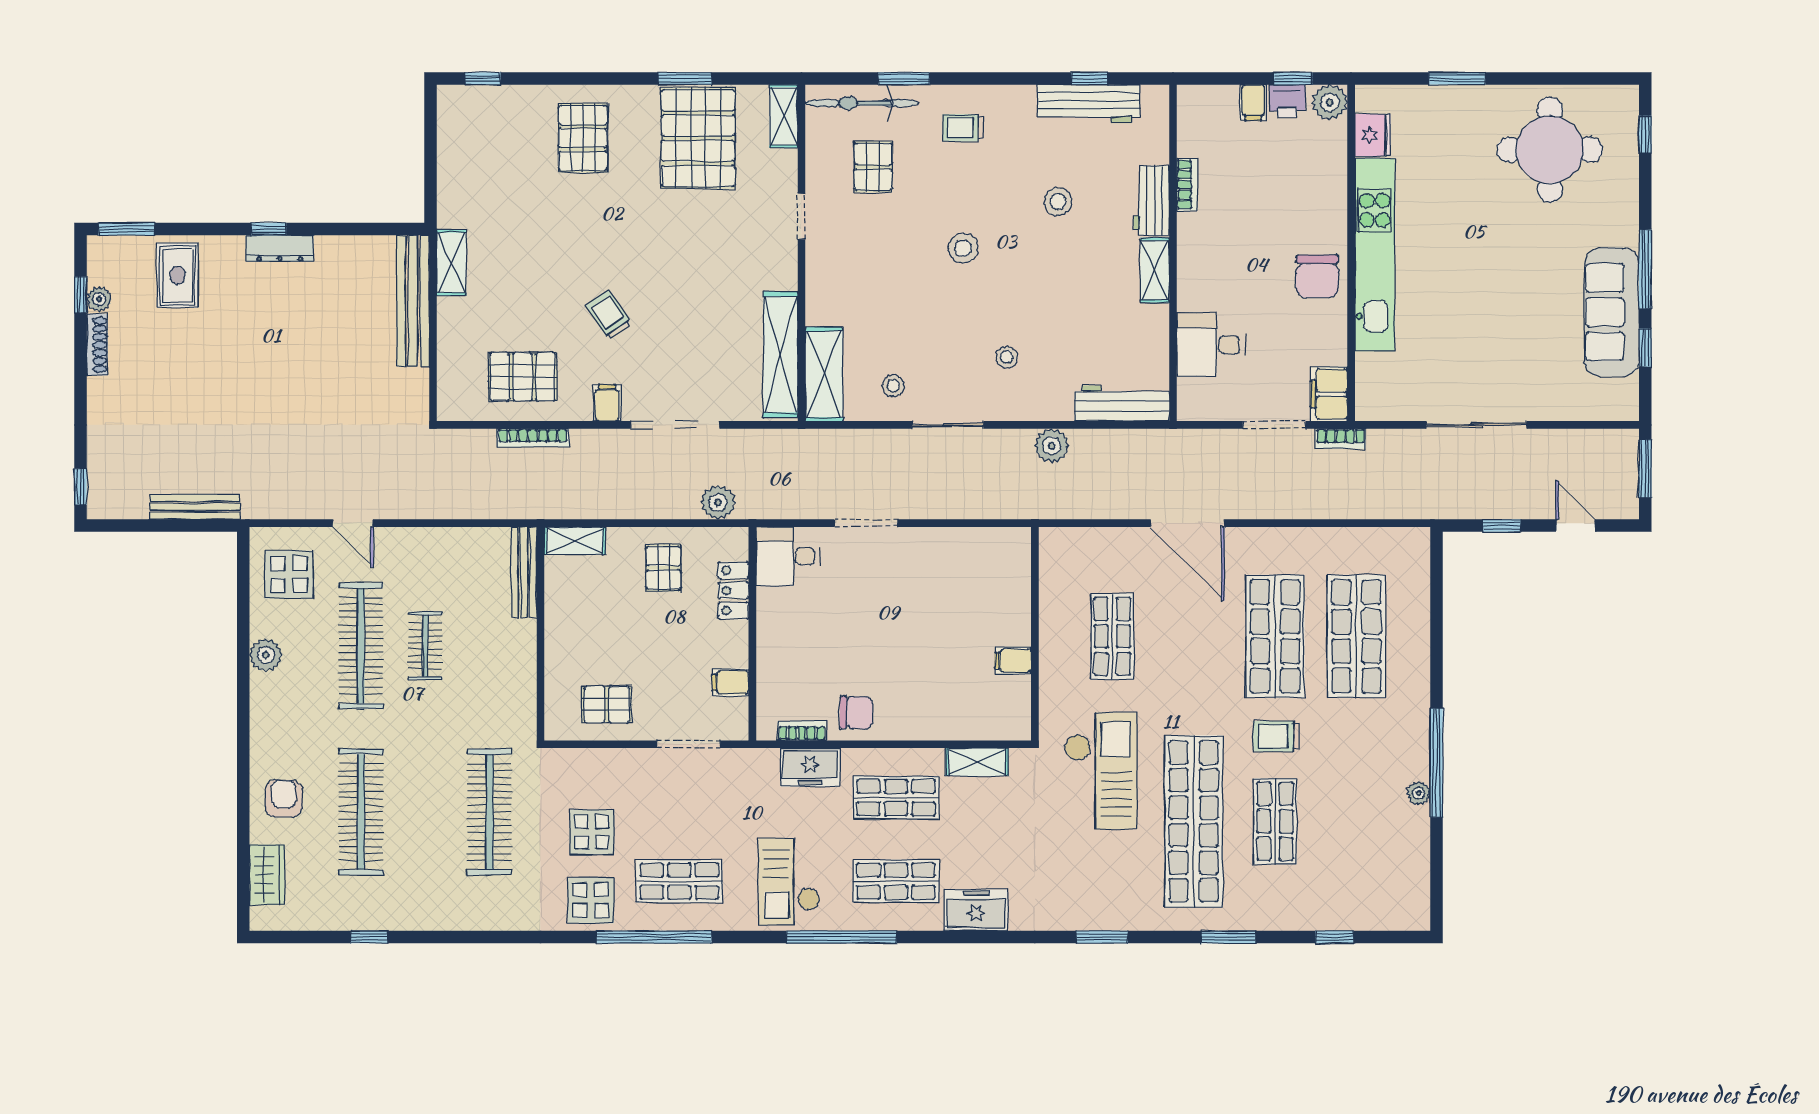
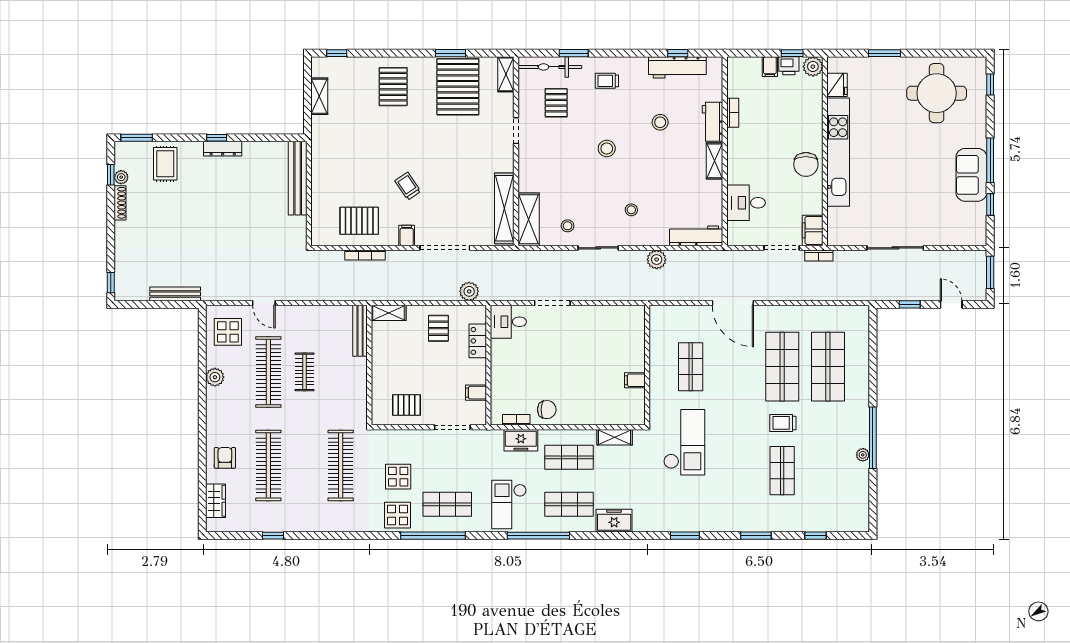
shelving: (451, 263) -> (319, 96), moved
sofa: (1612, 312) -> (971, 175), width x0.73
shop shelf: (1194, 821) -> (736, 471), removed

